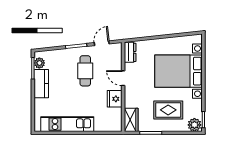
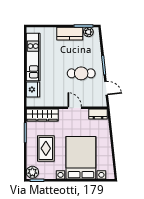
door: (123, 78) -> (75, 108), hinge flipped
fridge: (115, 99) -> (33, 89), moved, turned 90
wardrobe: (131, 120) -> (42, 115), width x1.50

